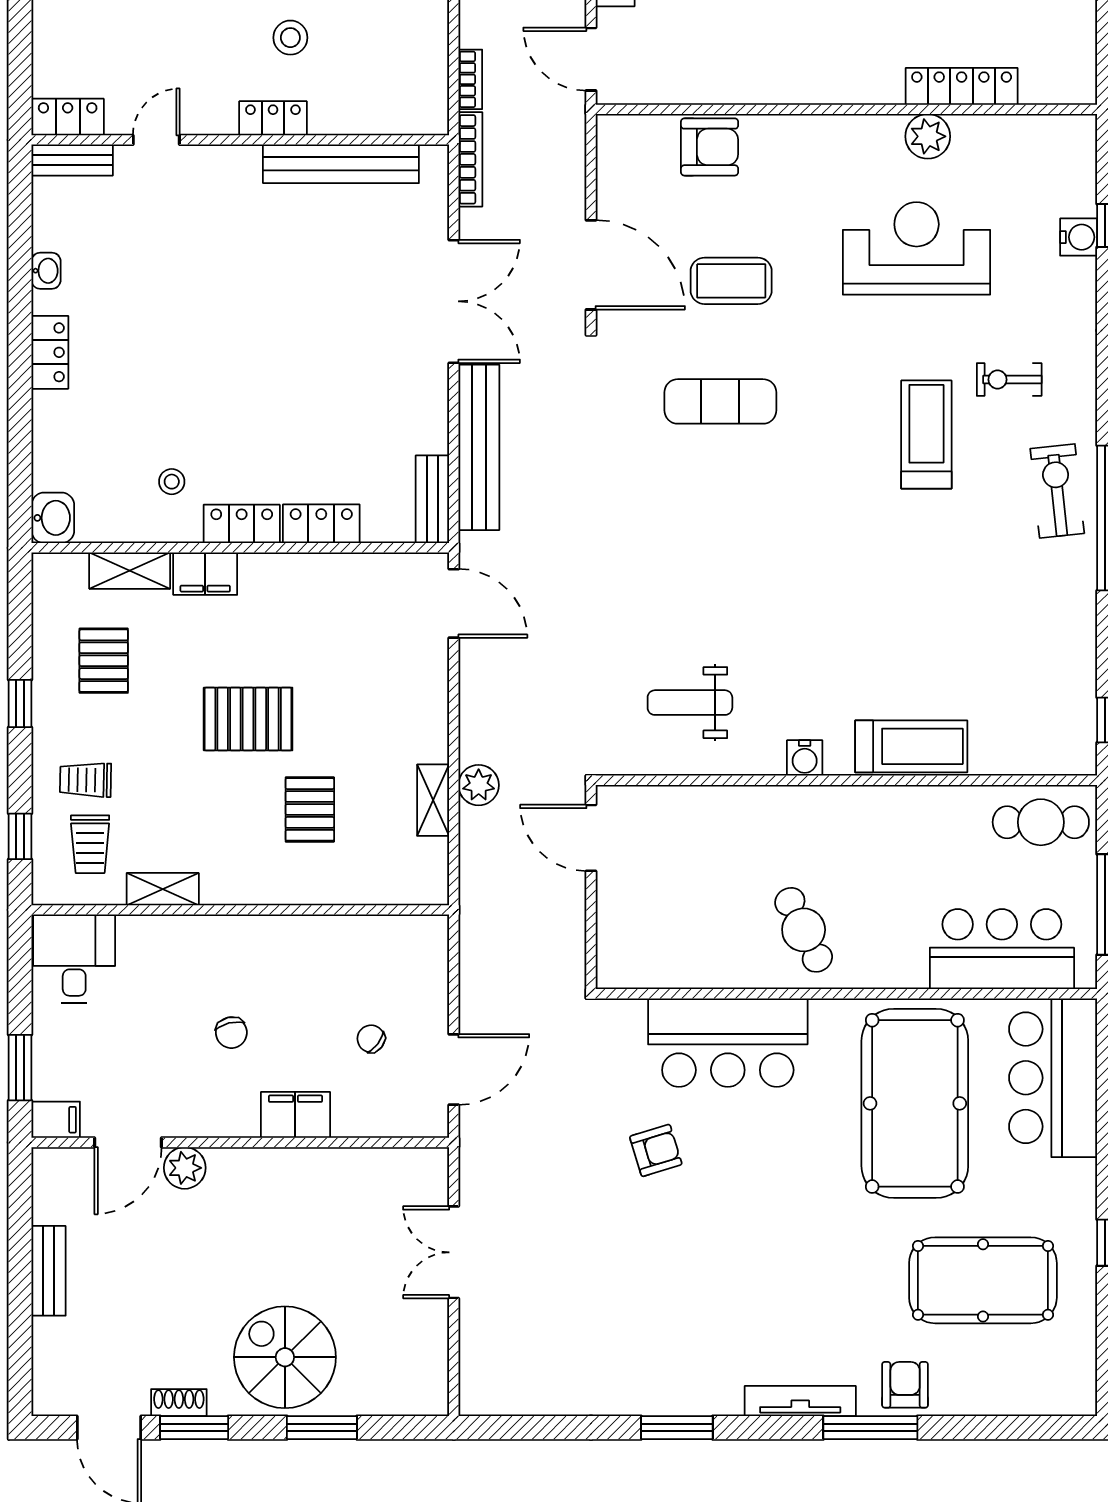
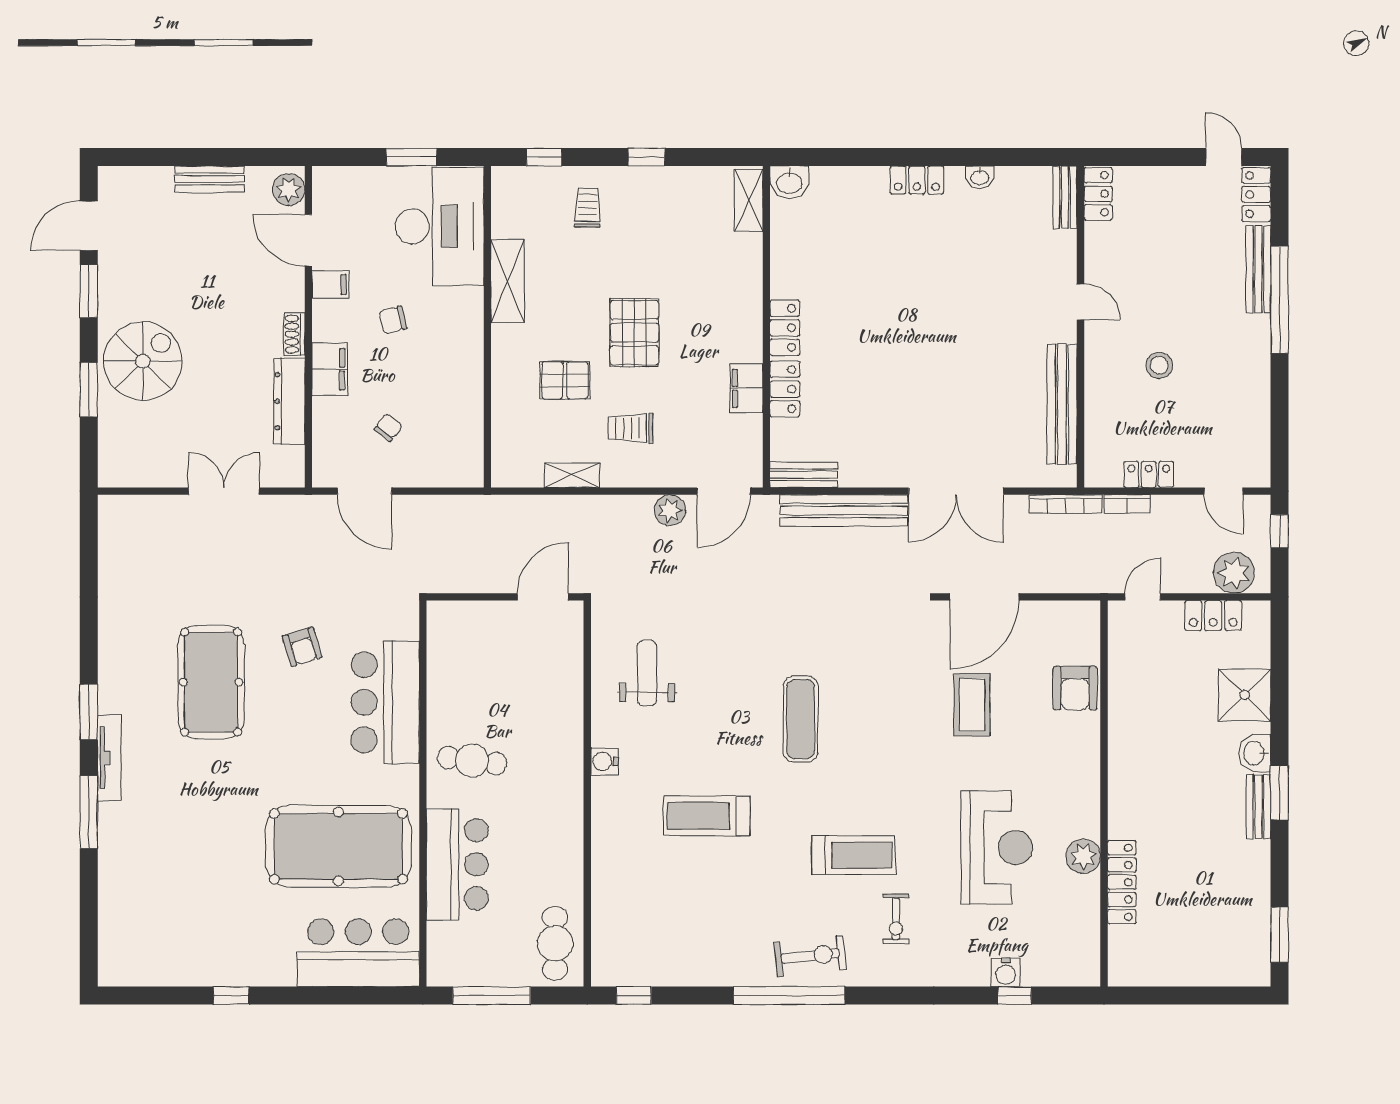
door: (591, 59) -> (1143, 597), width x0.73
locker: (273, 118) -> (1149, 474), moved, turned -90
door: (156, 140) -> (1080, 302), moved
exercise bike: (1009, 380) -> (896, 919), turned 180
exercise mat: (720, 401) -> (801, 719), moved
stool: (172, 482) -> (817, 274), removed
shelving: (130, 571) -> (749, 200), moved
filing cabinet: (205, 574) -> (746, 388), moved
pallet: (104, 661) -> (679, 222), removed
treadmill: (911, 746) -> (707, 816), moved, turned 90
plant: (479, 785) -> (670, 510), moved
trolley: (90, 844) -> (630, 428), moved
shelving: (163, 889) -> (508, 281), width x1.50, depth x1.33
cafe table: (804, 930) -> (472, 761), turned 33
bar counter: (1002, 949) -> (457, 864), moved
desk: (74, 959) -> (440, 226), width x1.87, depth x1.30
window: (20, 1068) -> (412, 157), moved
filing cabinet: (56, 1120) -> (331, 284), moved, turned -90
dresser: (337, 1167) -> (289, 401), added
plant: (185, 1168) -> (289, 189), moved
pool table: (983, 1280) -> (211, 682), moved
armchair: (905, 1385) -> (122, 839), removed
shoe rack: (179, 1403) -> (294, 334), moved, turned 180
window: (677, 1428) -> (89, 712), moved

